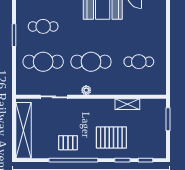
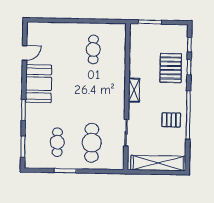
cafe table: (91, 62) -> (92, 96), removed
plant: (86, 90) -> (120, 101), removed
shelving: (127, 104) -> (134, 90), moved
pallet: (111, 137) -> (171, 68), moved
pallet: (68, 143) -> (171, 120), turned 90

